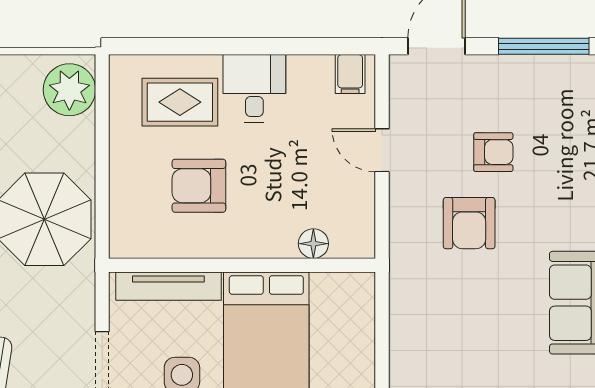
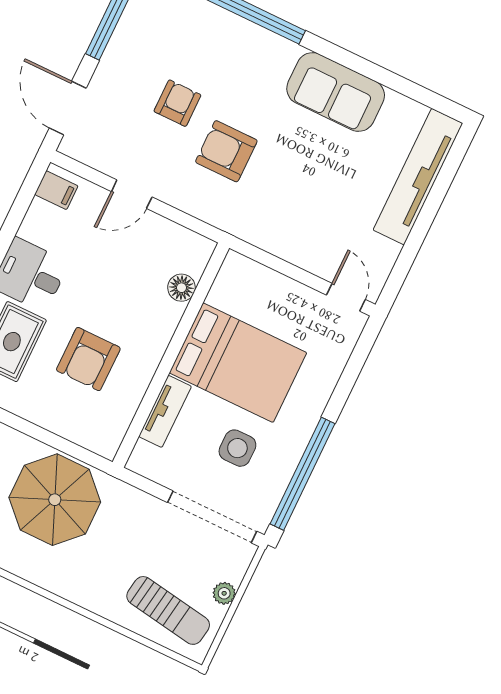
armchair: (469, 223) -> (226, 151), turned 180
tv unit: (168, 286) -> (165, 411), width x0.71

